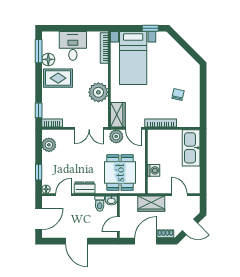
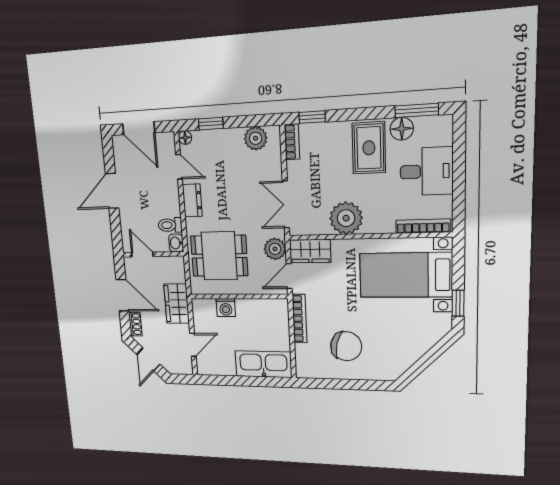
chair: (178, 94) -> (346, 346), width x1.87, depth x1.87

